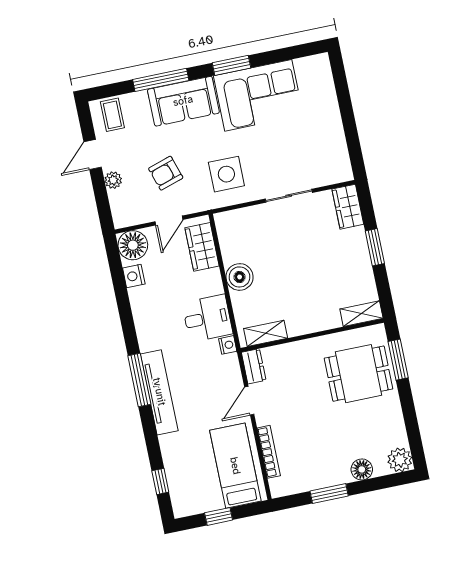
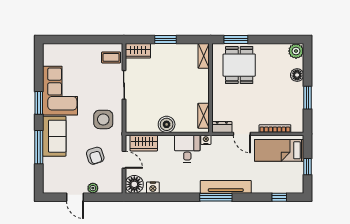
coffee table: (112, 115) -> (111, 57), moved

